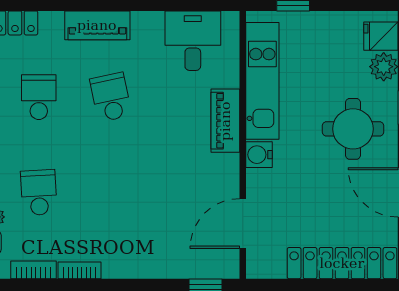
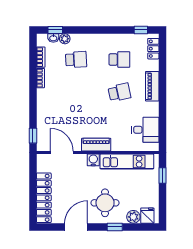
piano: (225, 121) -> (96, 145), moved

